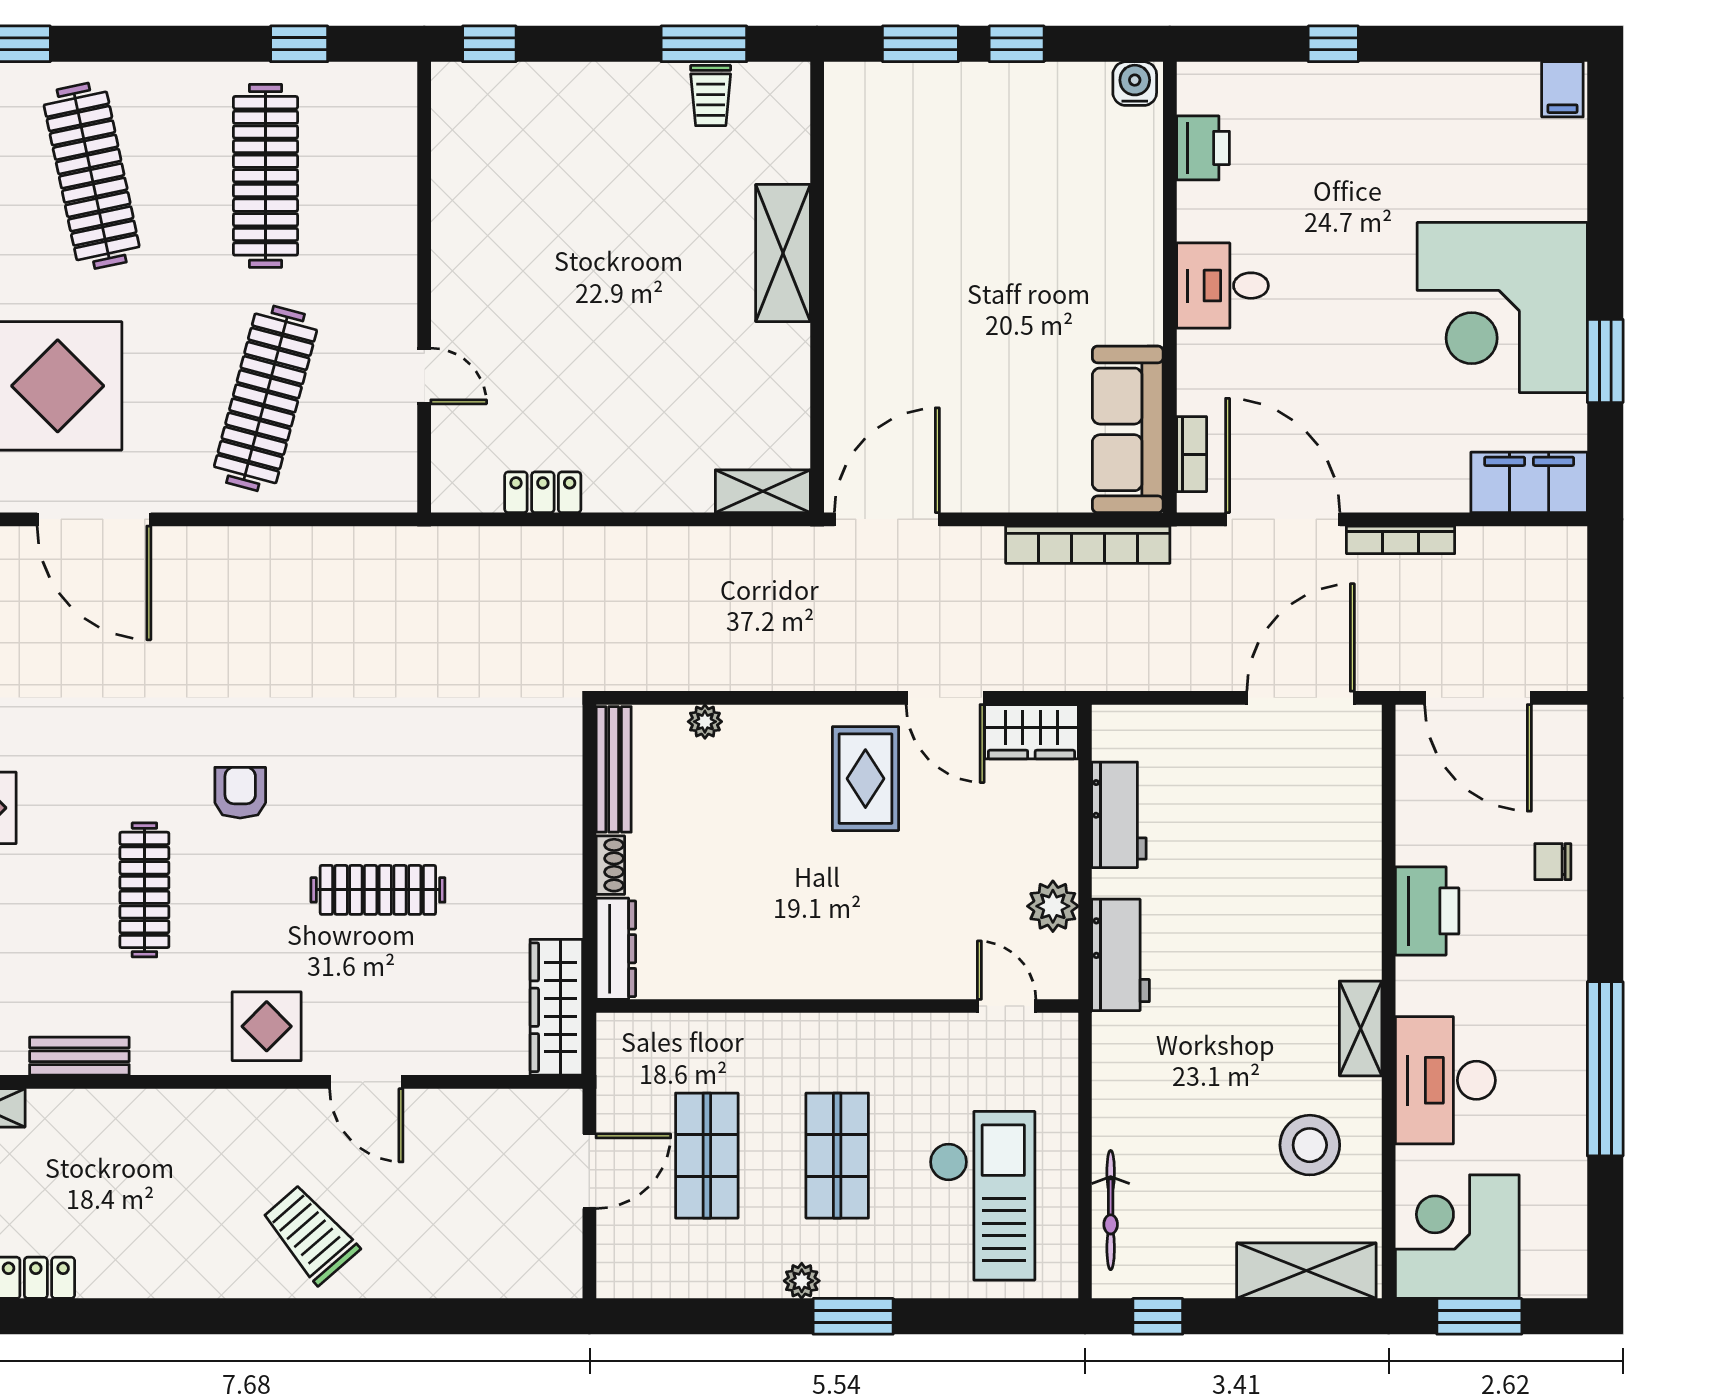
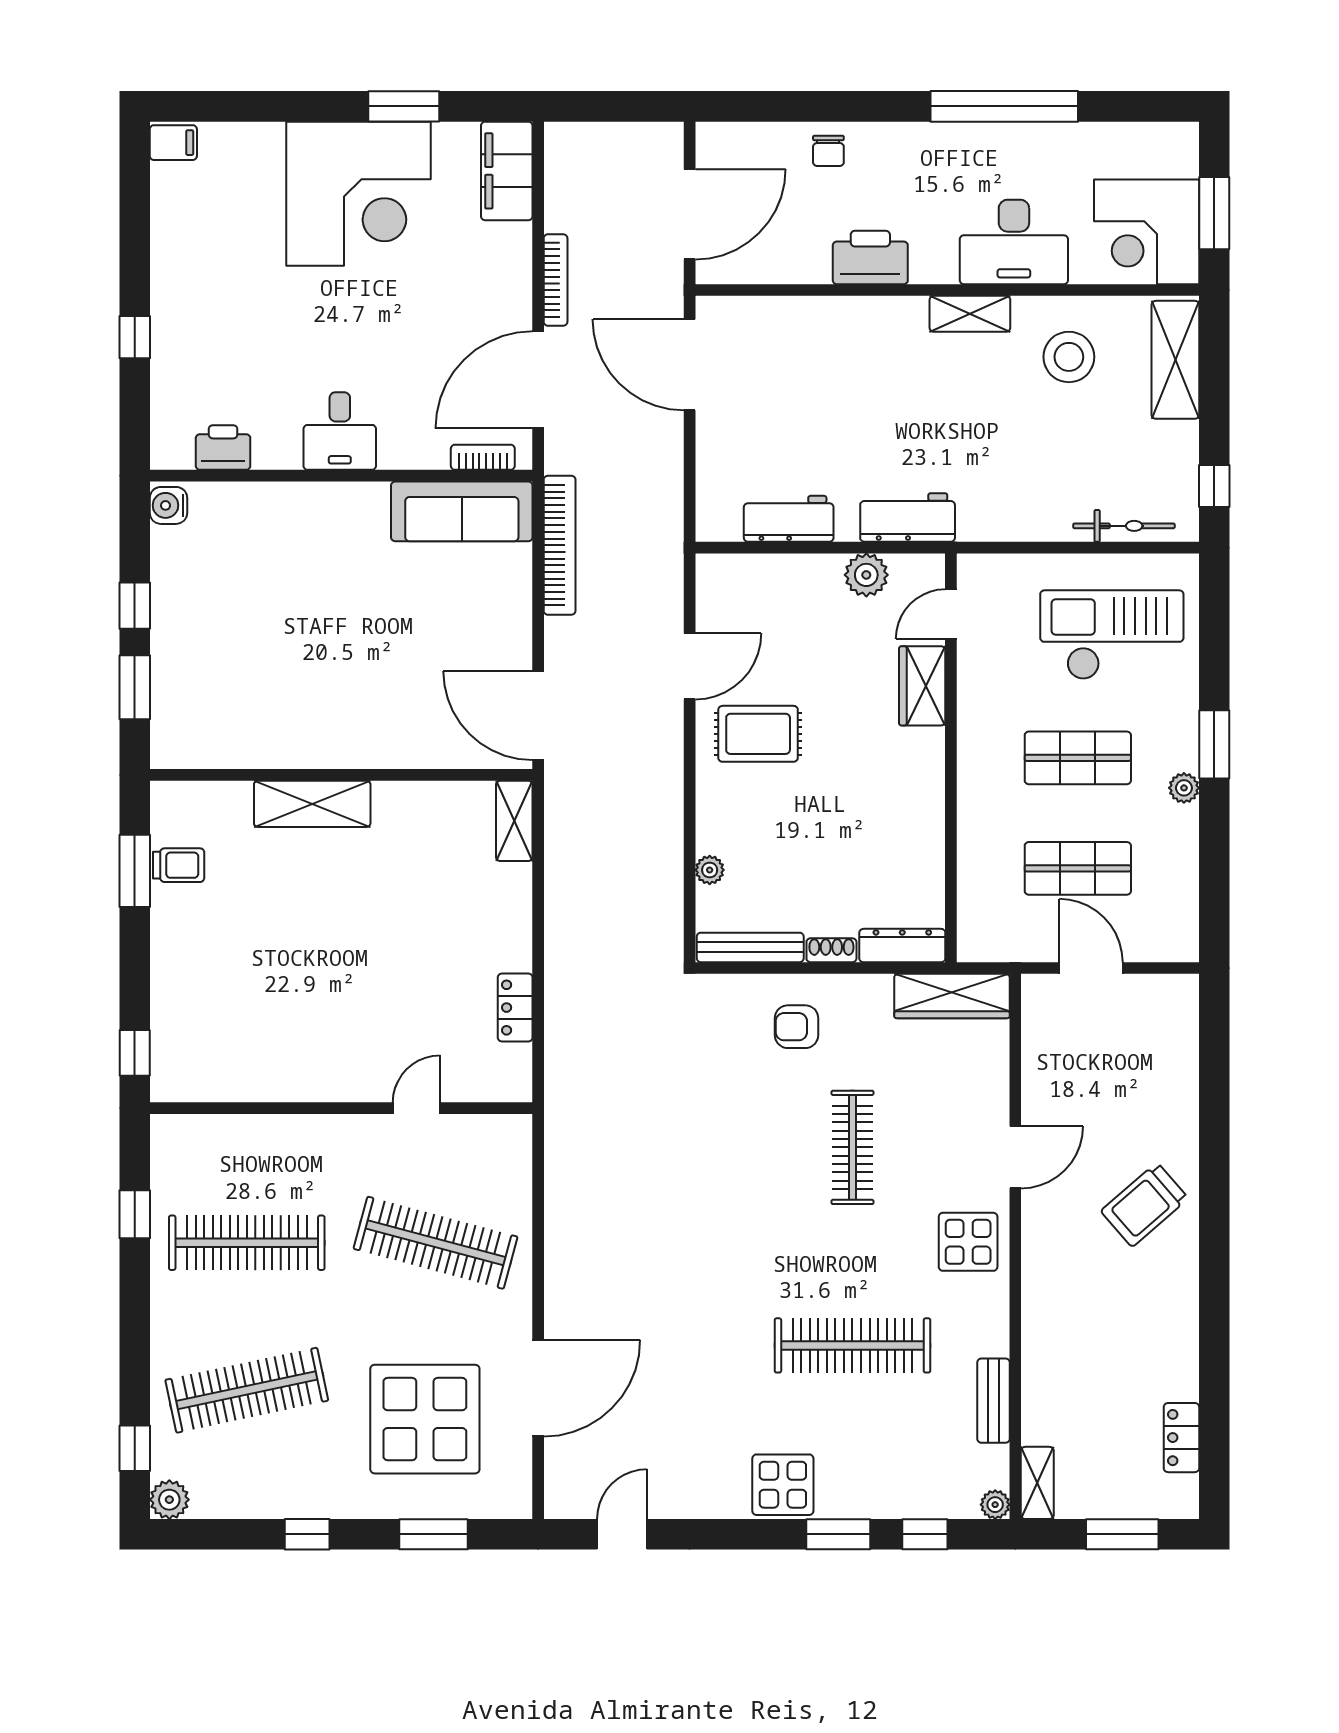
wardrobe: (1031, 732) -> (922, 686), moved, turned 180
armchair: (240, 793) -> (797, 1027), moved
clothes rail: (144, 890) -> (852, 1345), width x1.37, depth x1.31

